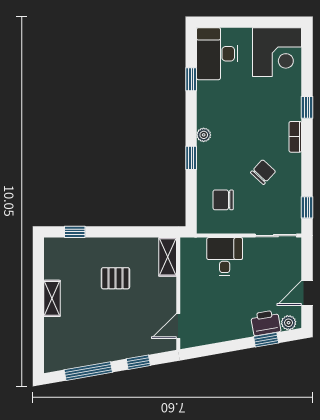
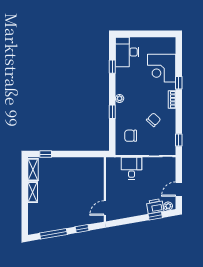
corner desk: (277, 52) -> (162, 68), moved, turned 90
shelving: (168, 257) -> (33, 170), moved
pallet: (115, 278) -> (69, 181), removed

